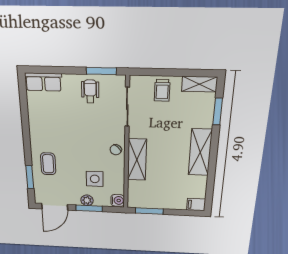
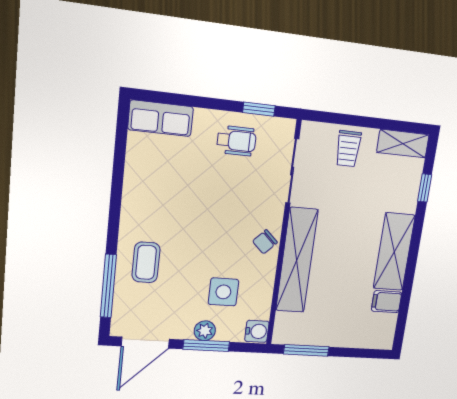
window: (101, 71) -> (259, 109), width x0.67
wheelchair: (90, 91) -> (236, 141), turned 90
window: (218, 112) -> (425, 188), width x0.67
shelving: (137, 160) -> (297, 260), width x1.47
window: (30, 177) -> (108, 286), width x1.44
filing cabinet: (196, 205) -> (387, 302), moved

